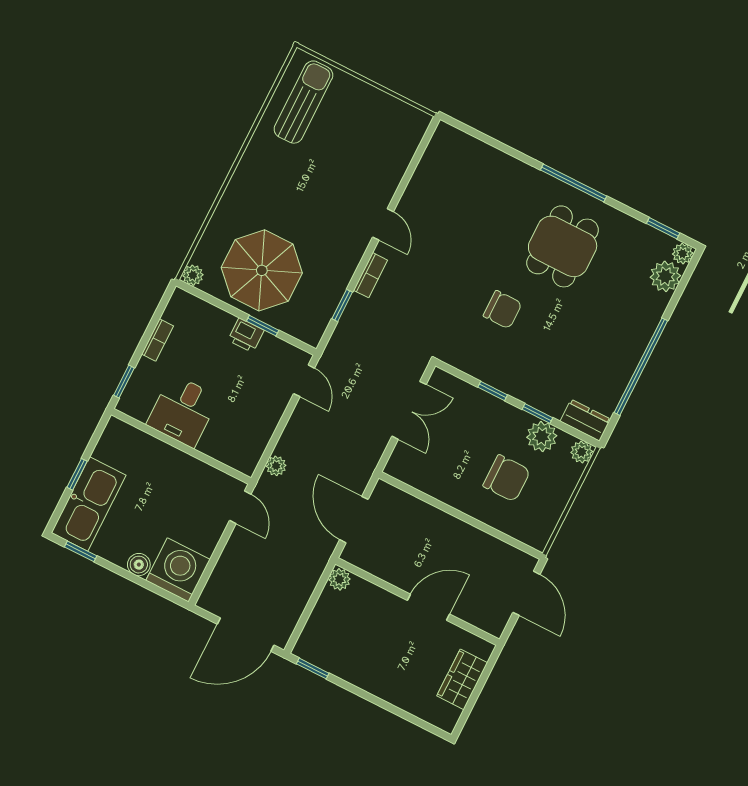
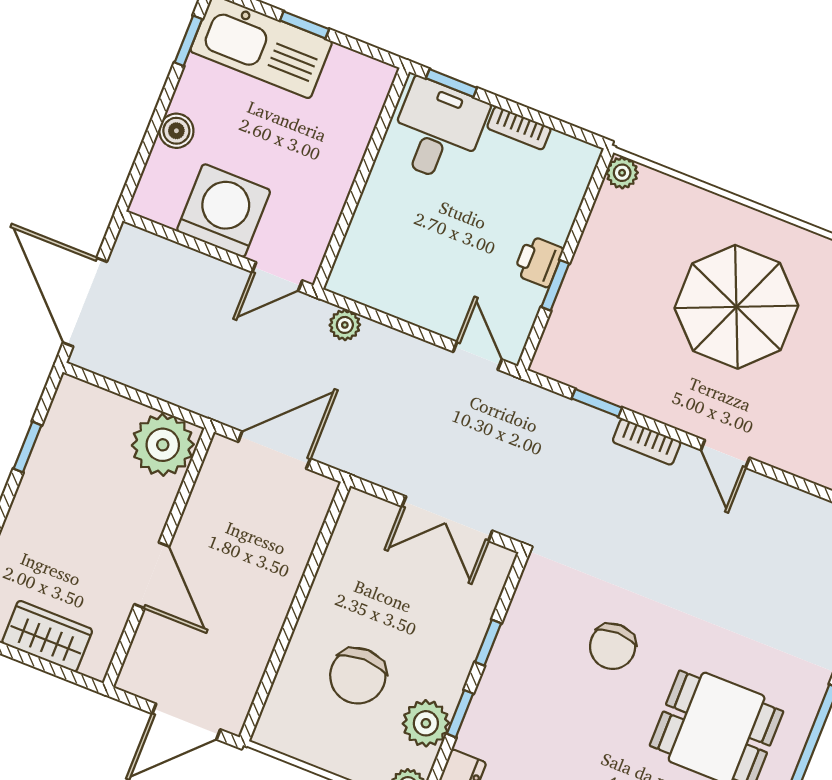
door: (383, 224) -> (725, 454), hinge flipped
parasol: (262, 270) -> (736, 307), moved
door: (304, 381) -> (477, 356), swing flipped
desk: (183, 411) -> (438, 130), moved, turned 90
washing machine: (178, 570) -> (224, 211), moved, turned -90
plant: (339, 579) -> (163, 445), width x1.87, depth x1.87
window: (313, 669) -> (28, 447), moved

